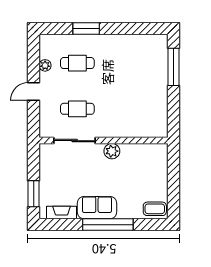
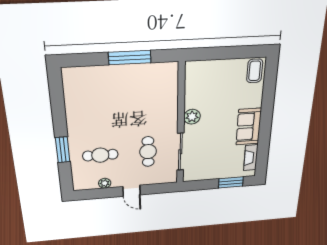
cafe table: (77, 63) -> (100, 155), turned 90
window: (174, 67) -> (130, 58), moved
window: (108, 225) -> (266, 116), removed

